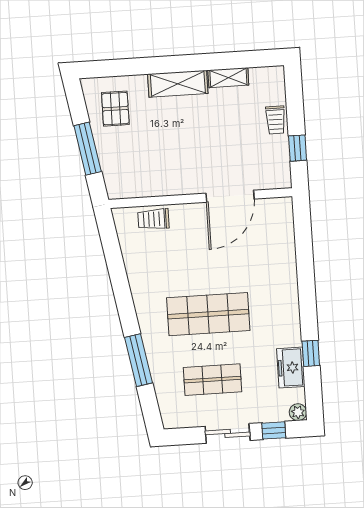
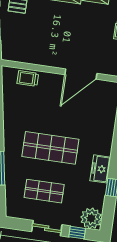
freezer: (291, 368) -> (100, 169), moved
plant: (298, 412) -> (91, 218), width x1.87, depth x1.87

